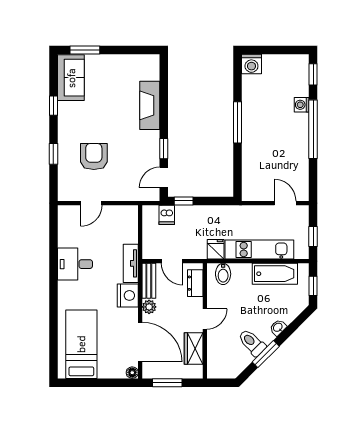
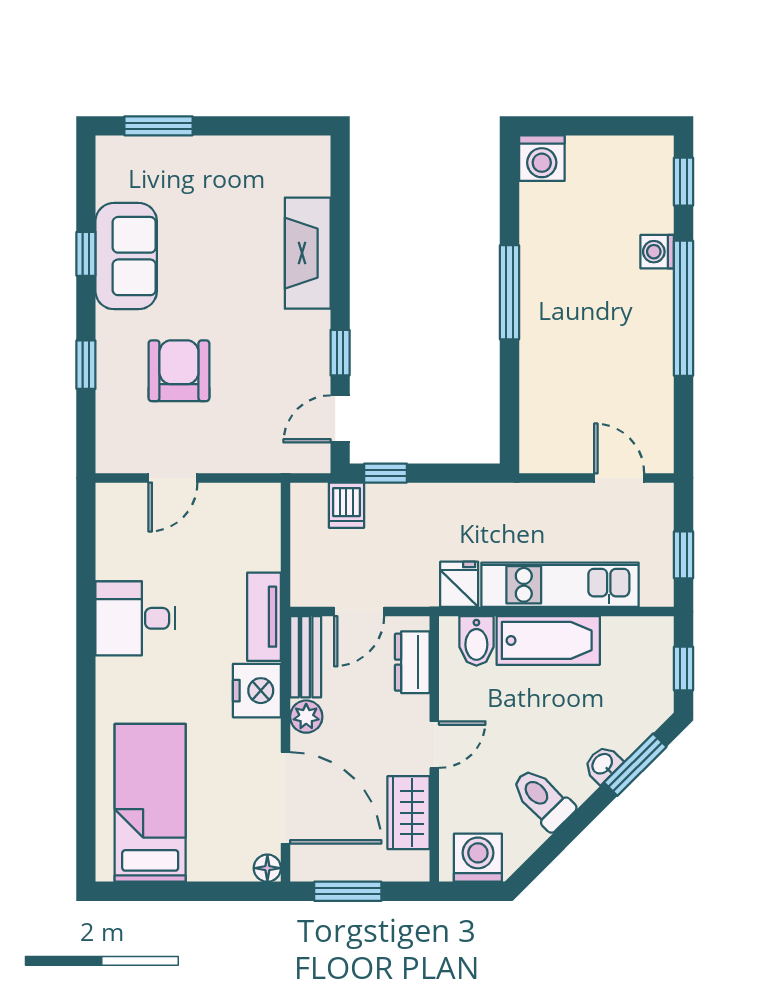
sofa: (71, 78) -> (126, 256), moved
door: (172, 261) -> (359, 612), hinge flipped
bathtub: (275, 274) -> (548, 640), moved
window: (266, 354) -> (635, 765), moved
washing machine: (224, 368) -> (478, 858), added

